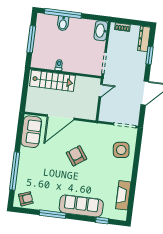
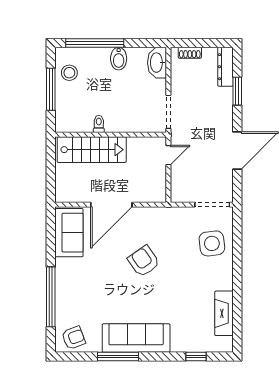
bidet: (63, 23) -> (119, 59), moved
stool: (44, 30) -> (69, 73), added
sofa: (81, 206) -> (136, 338), moved

